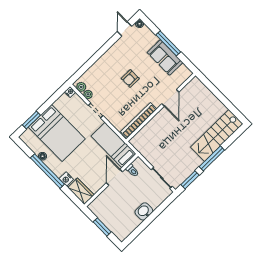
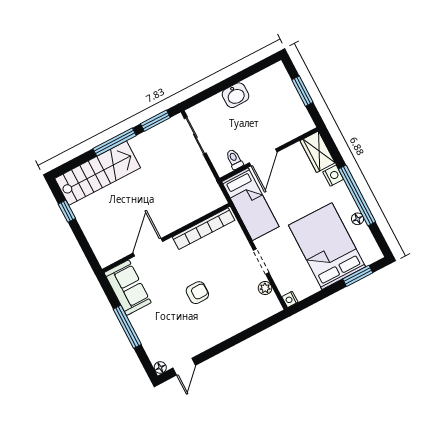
sofa: (165, 57) -> (128, 288), moved
plant: (81, 87) -> (272, 302), removed
window: (229, 105) -> (67, 211), added

